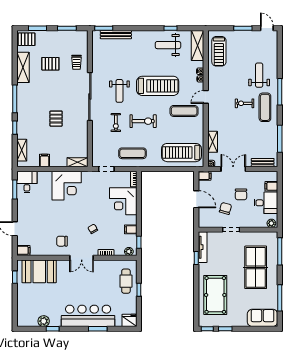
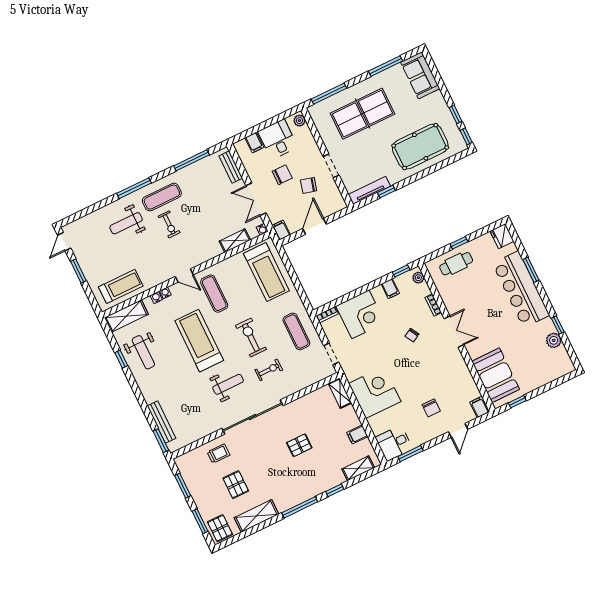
chair: (62, 241) -> (431, 408), moved

